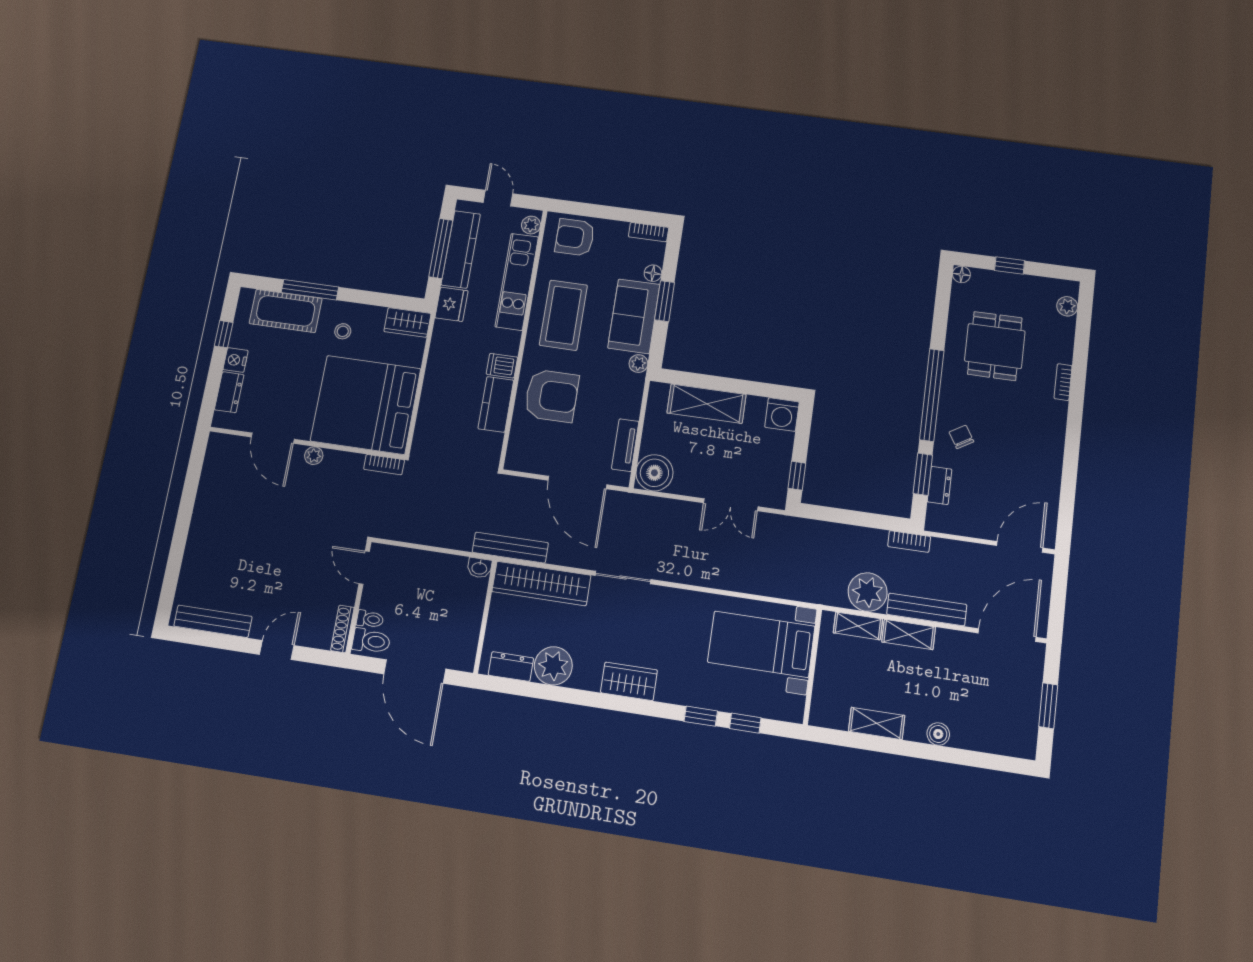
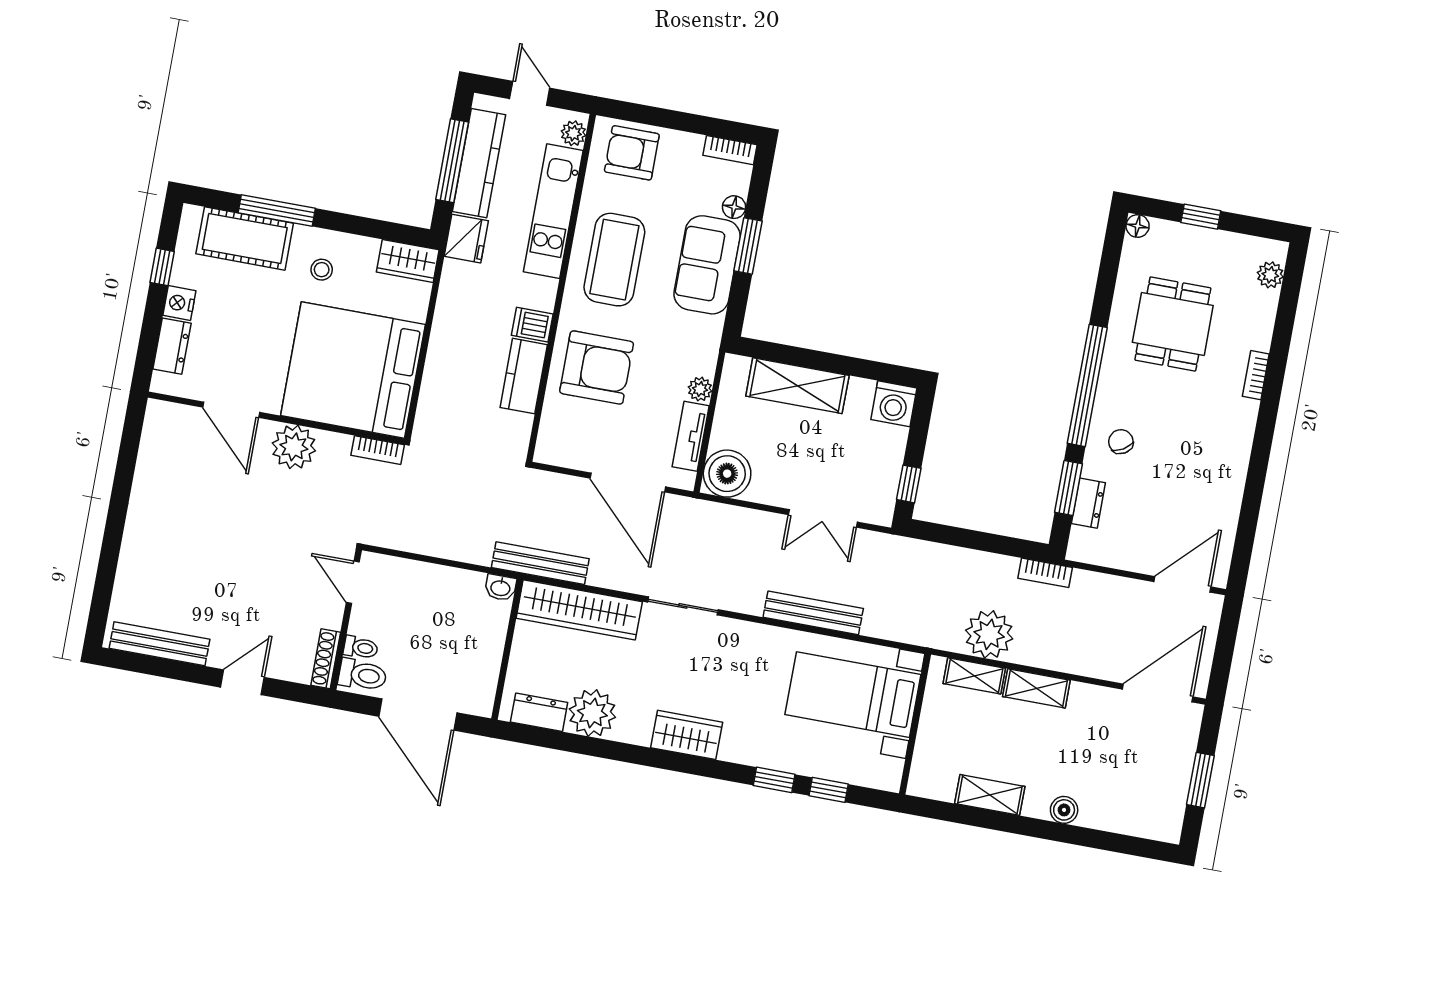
plant: (638, 364) -> (700, 389), moved
plant: (314, 456) -> (294, 447), width x1.87, depth x1.87
bench: (927, 609) -> (813, 613), moved

